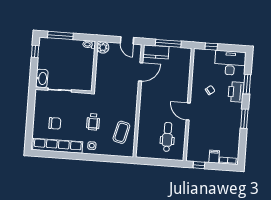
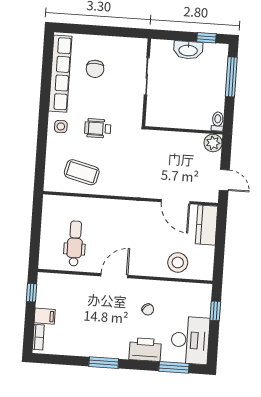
door: (127, 40) -> (224, 180), swing flipped
window: (168, 43) -> (220, 244), removed
stool: (180, 71) -> (178, 262), added
washbasin: (42, 78) -> (188, 50), moved
window: (247, 84) -> (174, 367), moved
dental chair: (167, 137) -> (75, 243), turned -90

